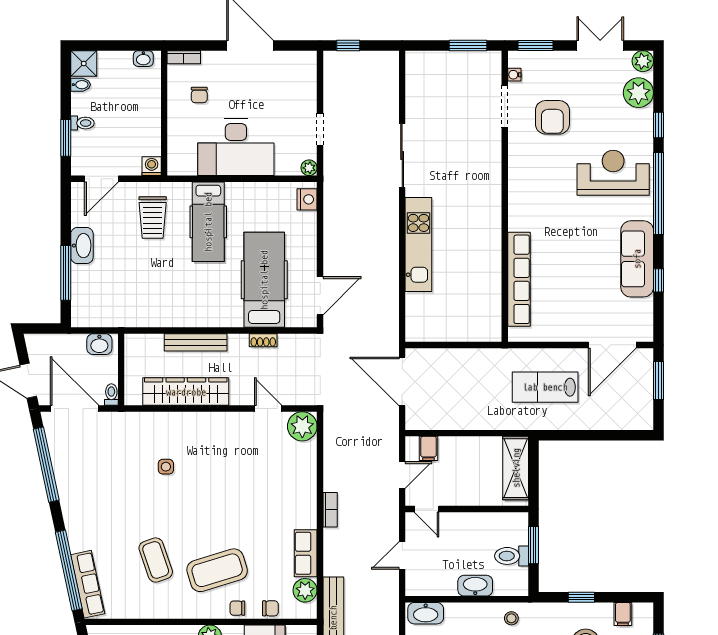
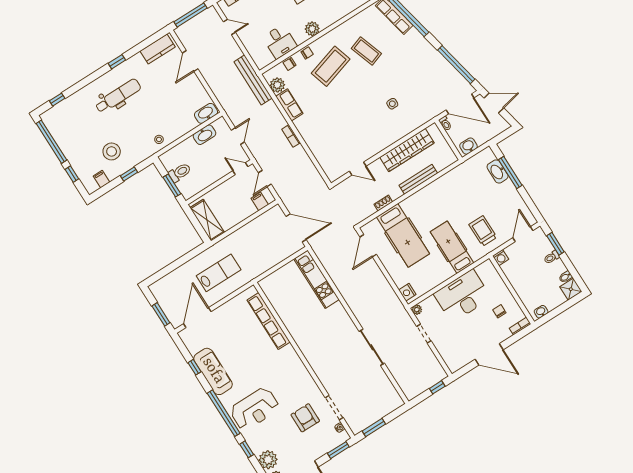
kitchen unit: (418, 245) -> (317, 279), moved
washbasin: (82, 246) -> (498, 171), moved
plant: (302, 426) -> (334, 171), removed
washbasin: (475, 586) -> (205, 135), moved

